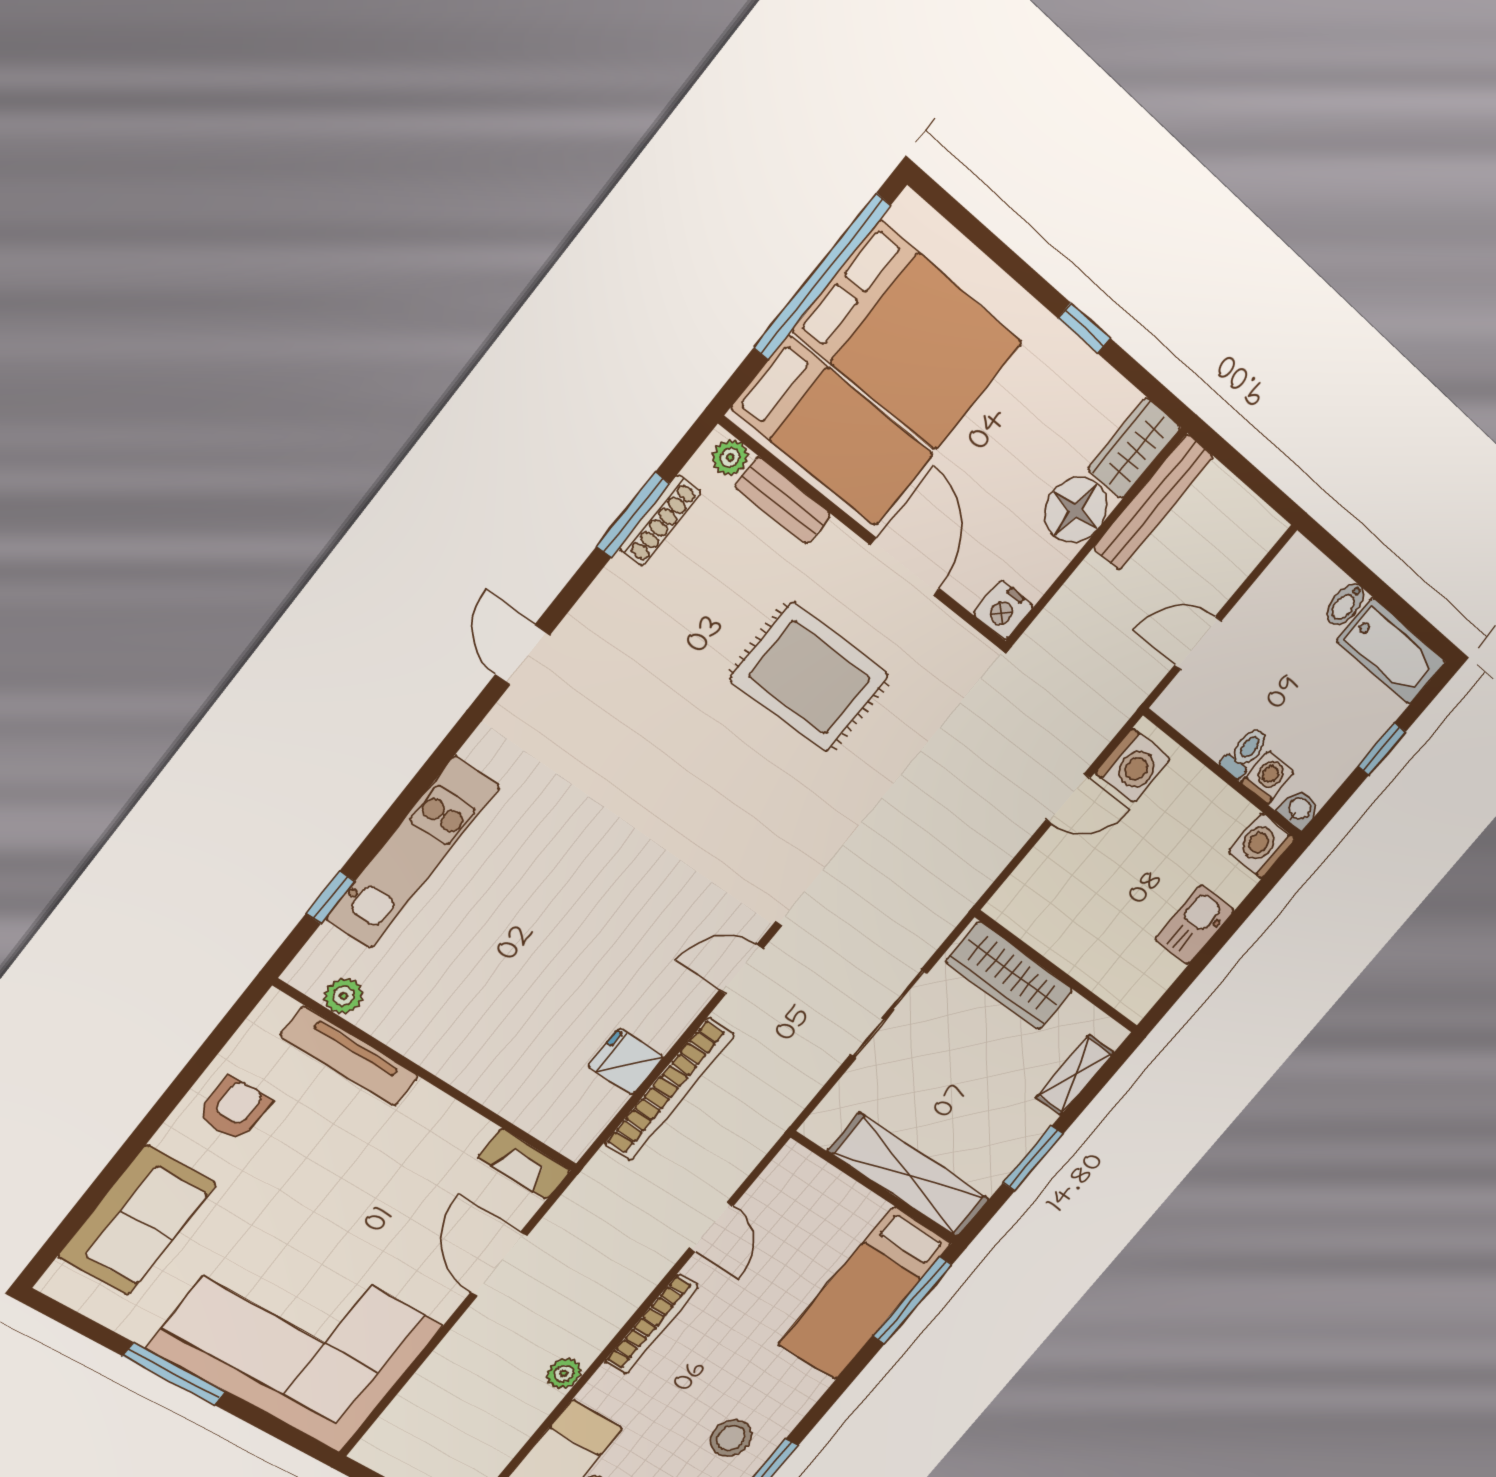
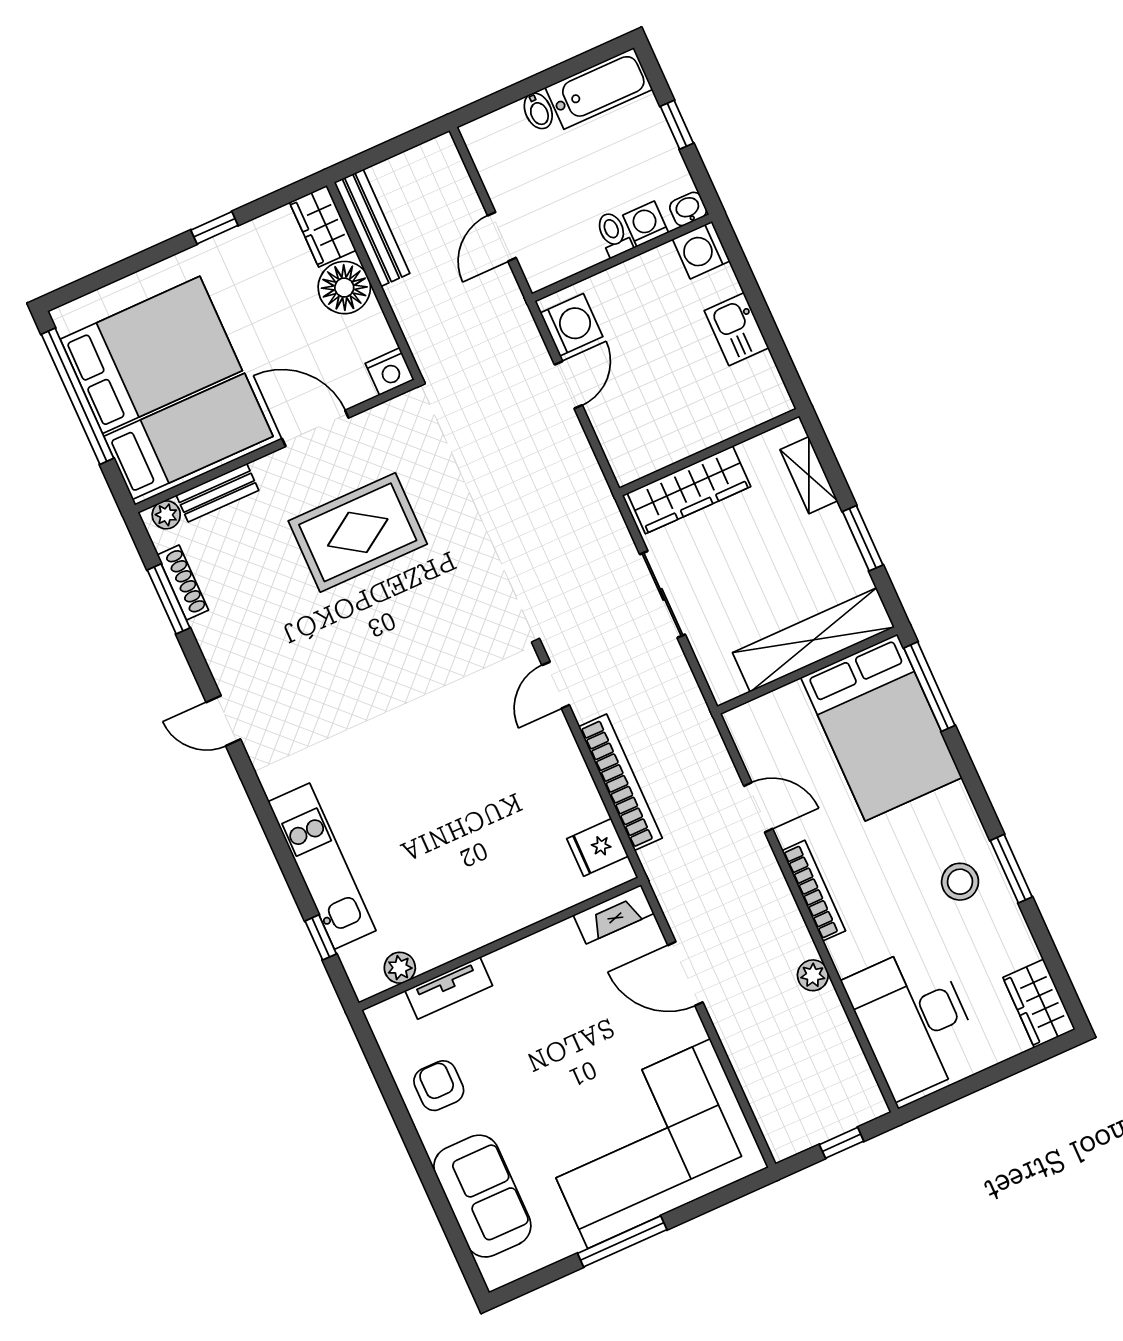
tv unit: (350, 1056) -> (449, 988), width x0.71
fridge: (626, 1061) -> (598, 847), moved
bed: (865, 1294) -> (881, 728), width x1.50

